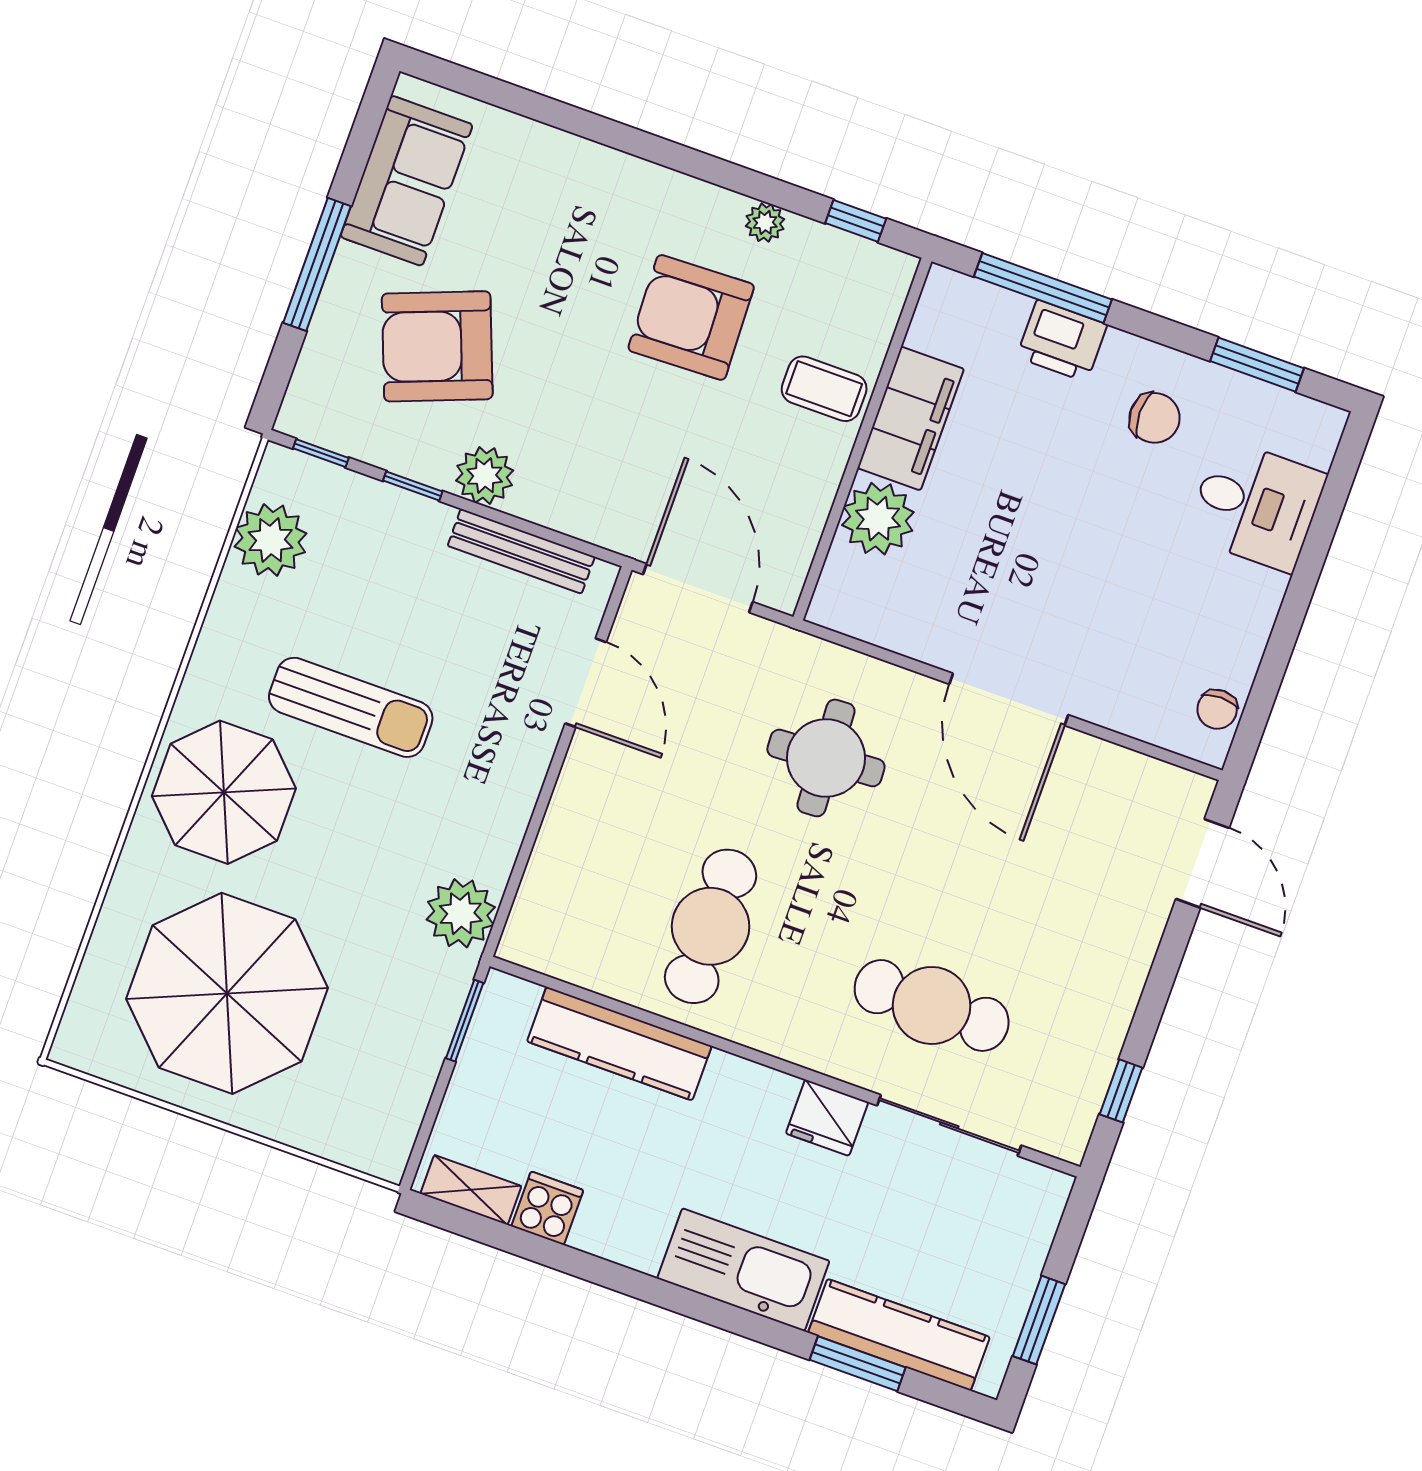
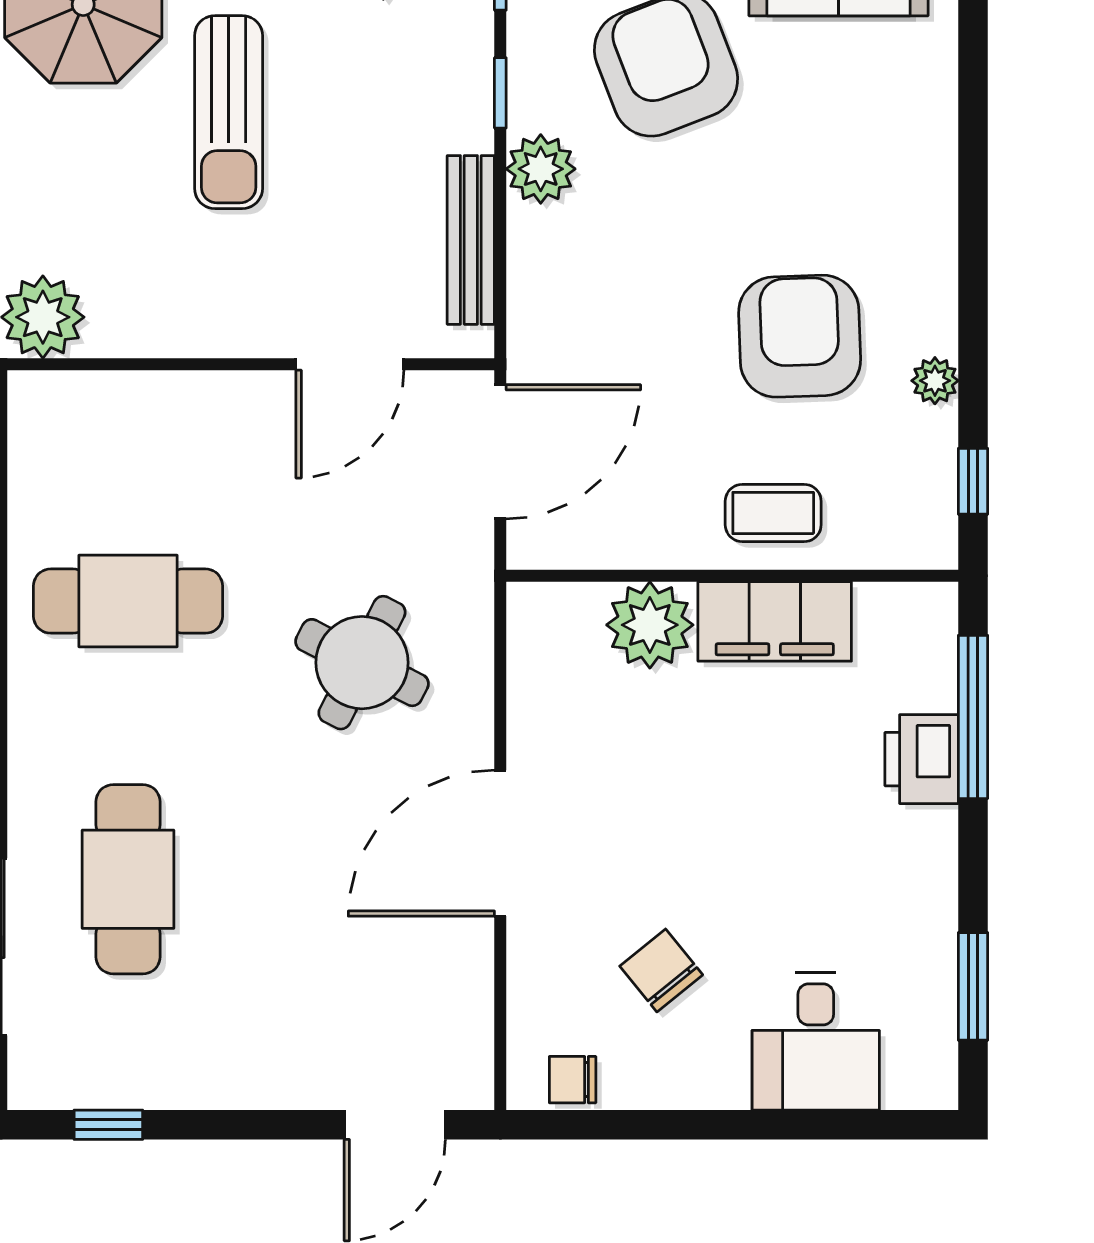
coffee table: (824, 389) -> (773, 513), turned 90
chair: (1155, 418) -> (661, 970), moved, turned 141
round table: (826, 758) -> (362, 663), turned 30

